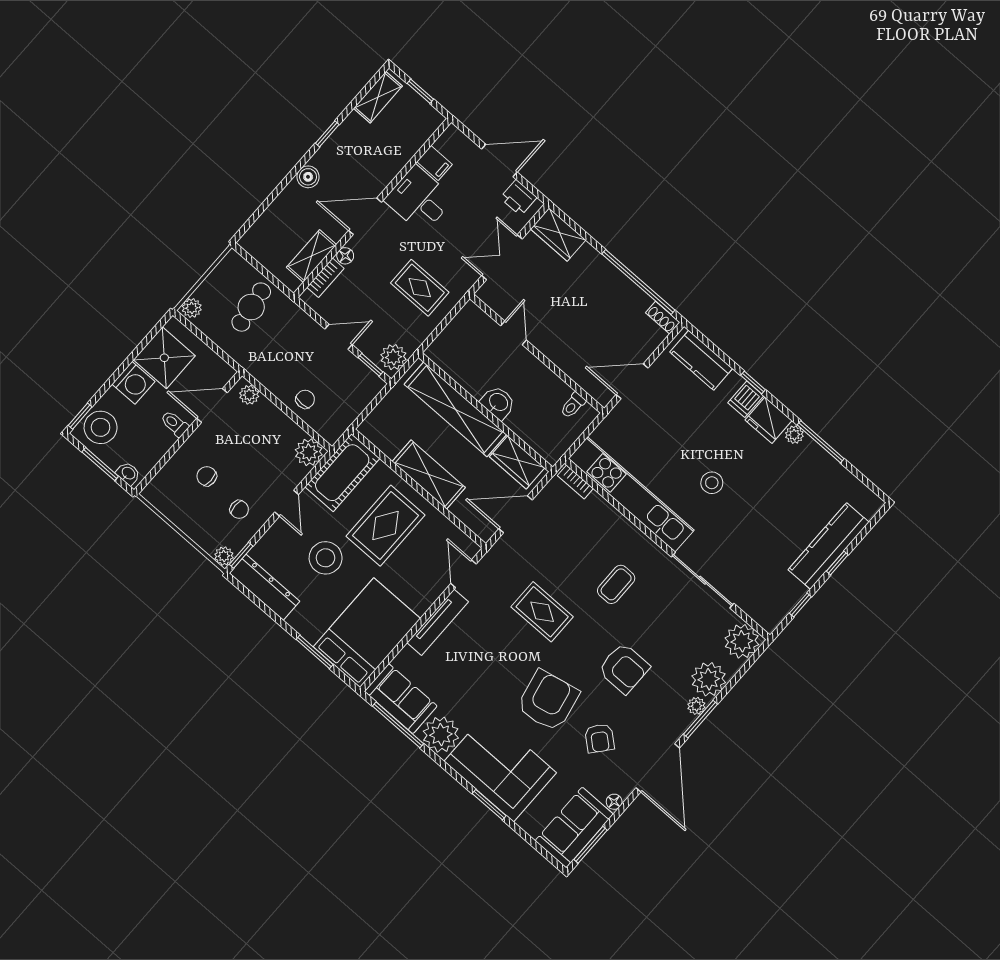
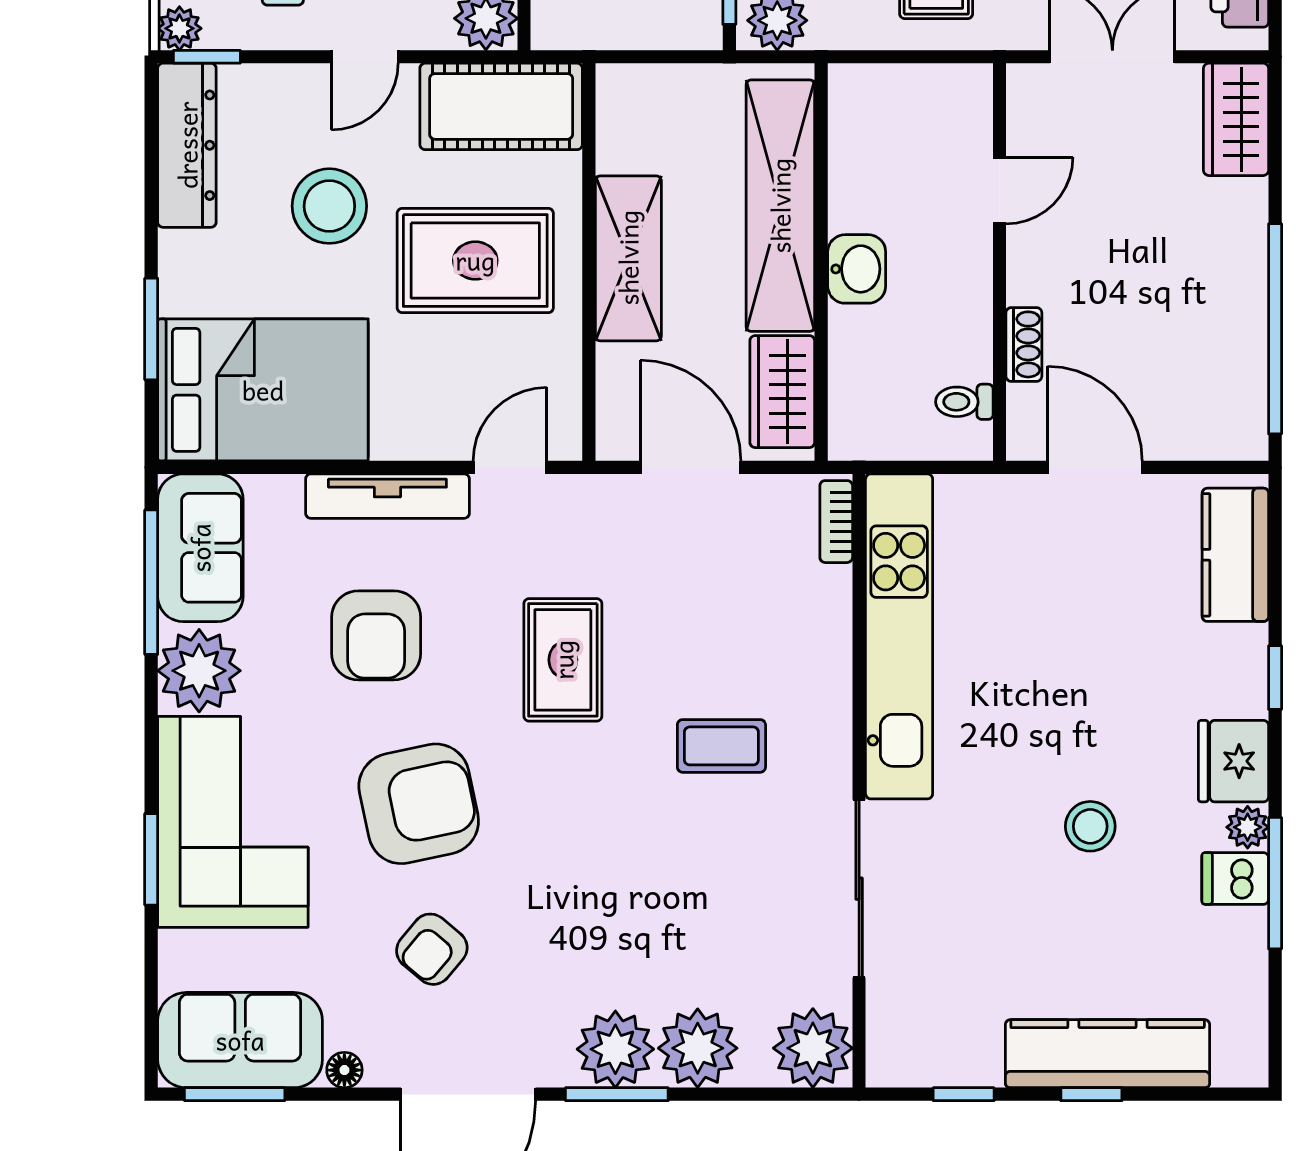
shoe rack: (663, 318) -> (1024, 344), moved, turned 180
dishwasher: (746, 399) -> (1235, 878), moved
stool: (712, 483) -> (1090, 826), moved
armchair: (624, 668) -> (376, 635), moved
plant: (696, 706) -> (615, 1049), width x1.88, depth x1.88

